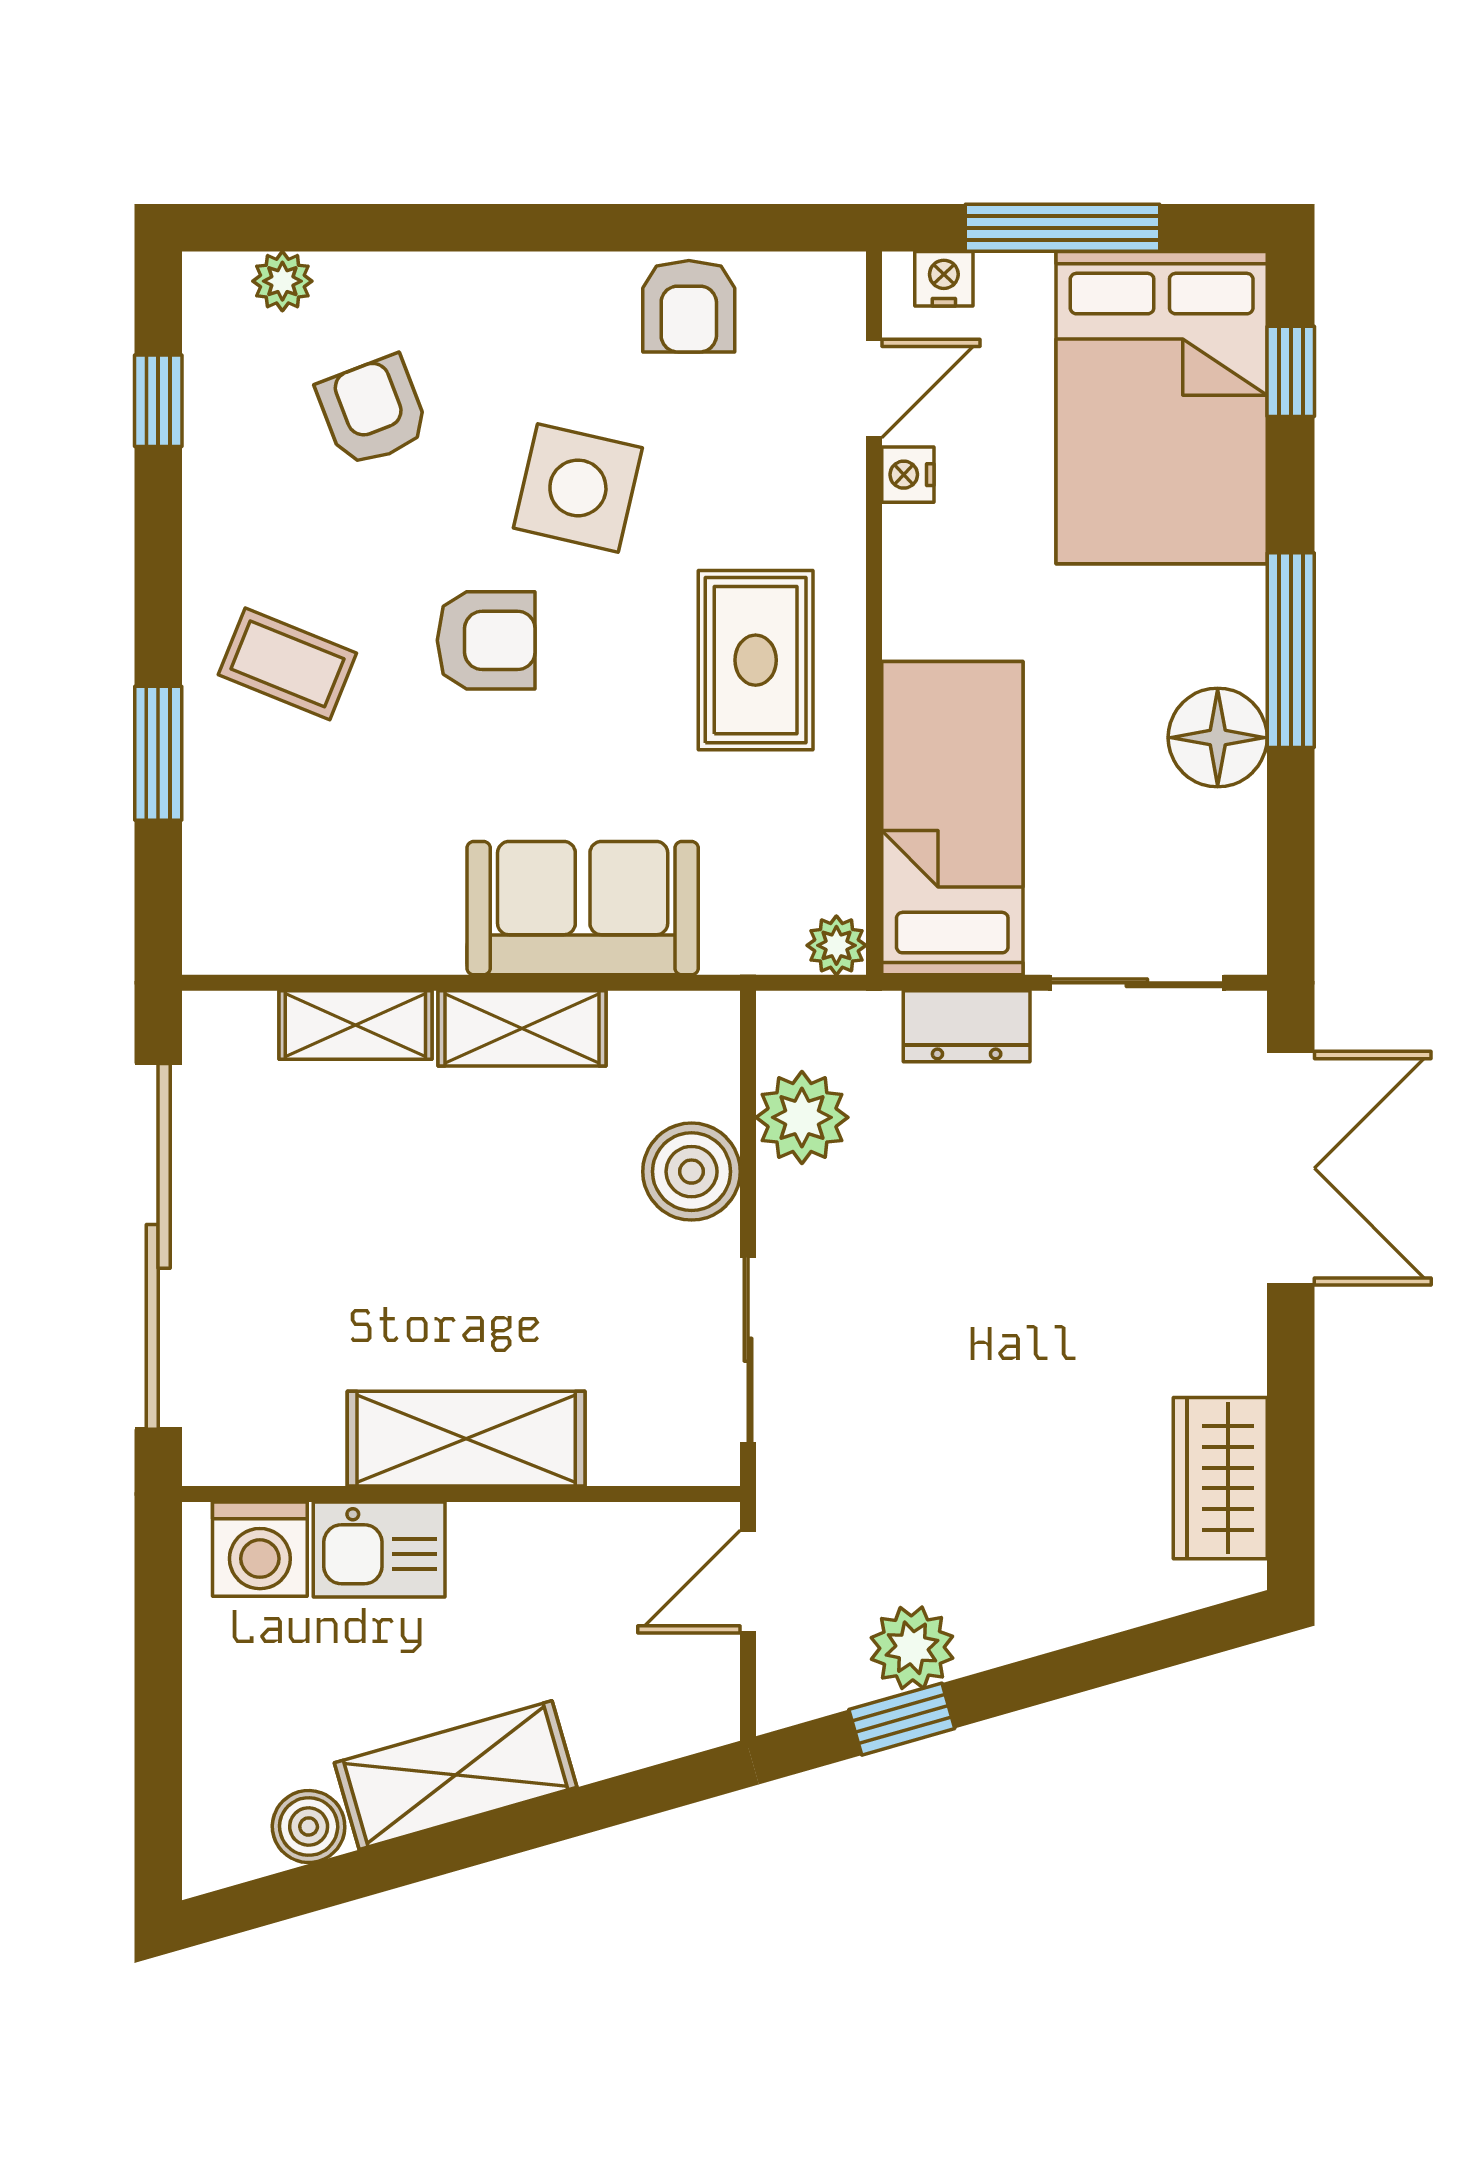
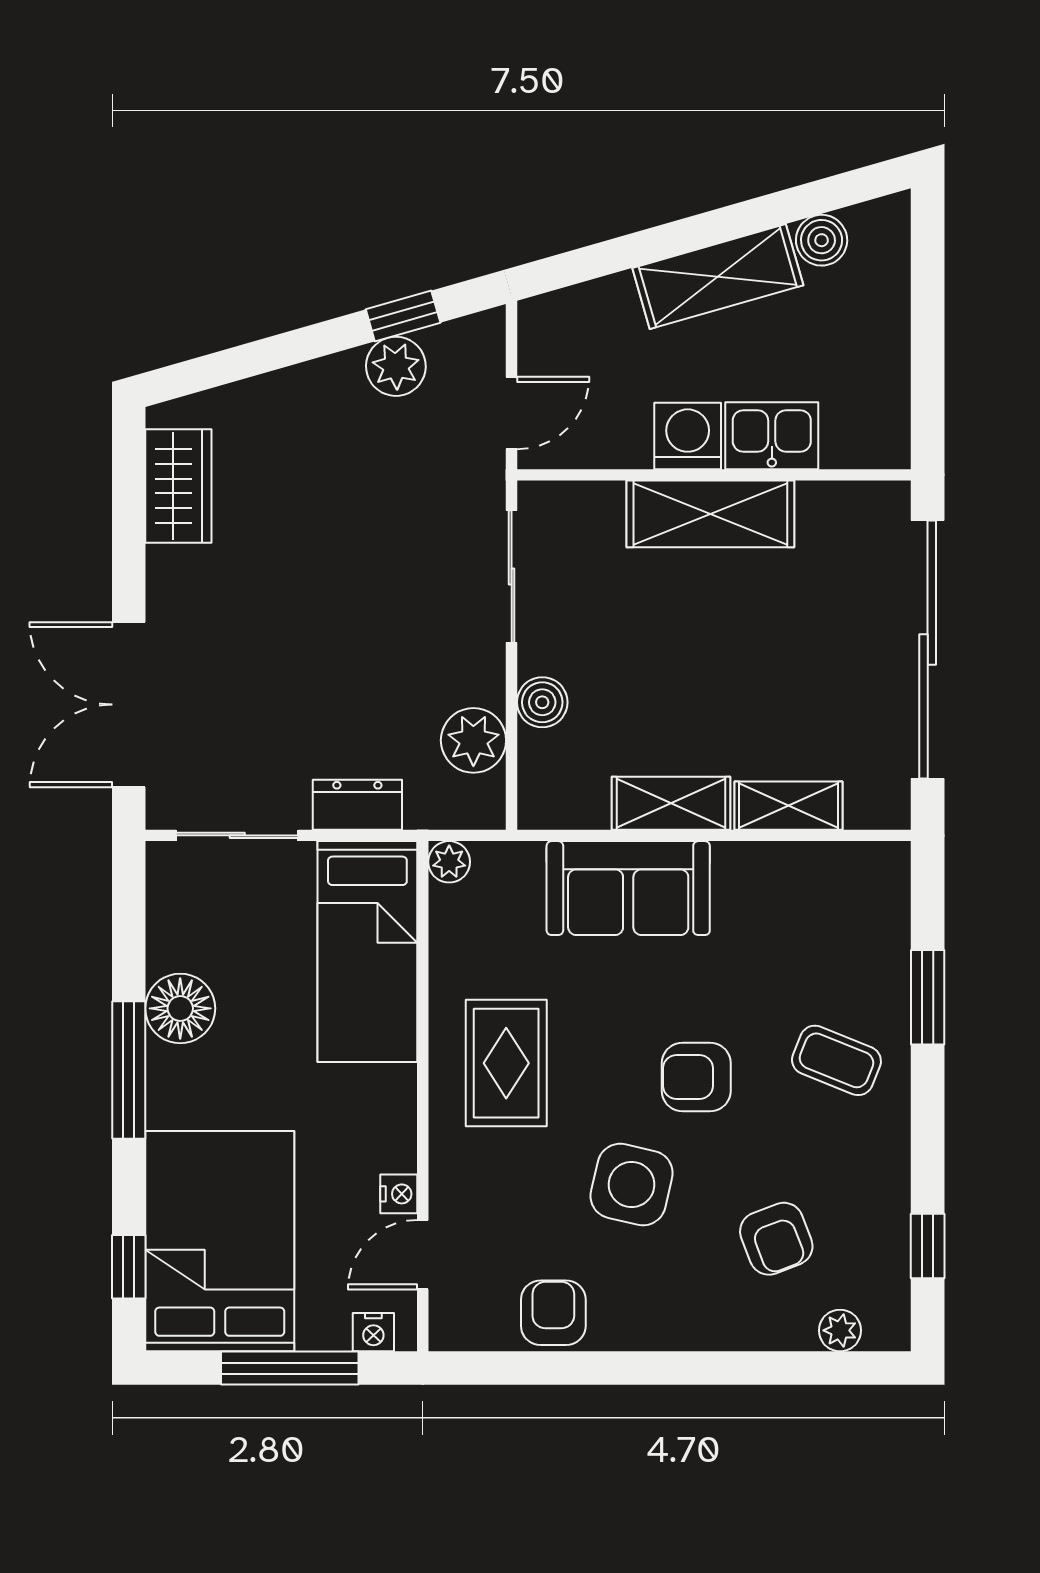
boiler: (692, 1172) -> (542, 702), width x0.73, depth x0.73
washing machine: (260, 1549) -> (688, 436), moved

